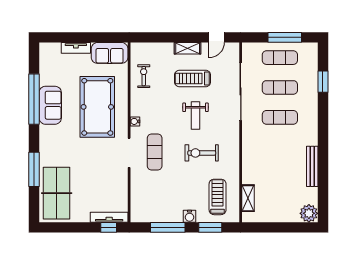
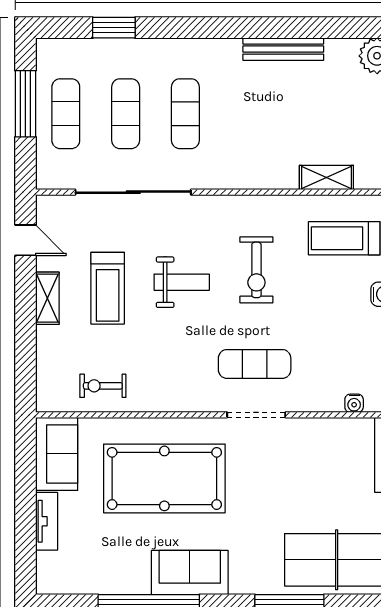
sofa: (50, 105) -> (190, 573), moved
water cooler: (135, 121) -> (354, 403), moved
shelving: (248, 198) -> (326, 177), moved

